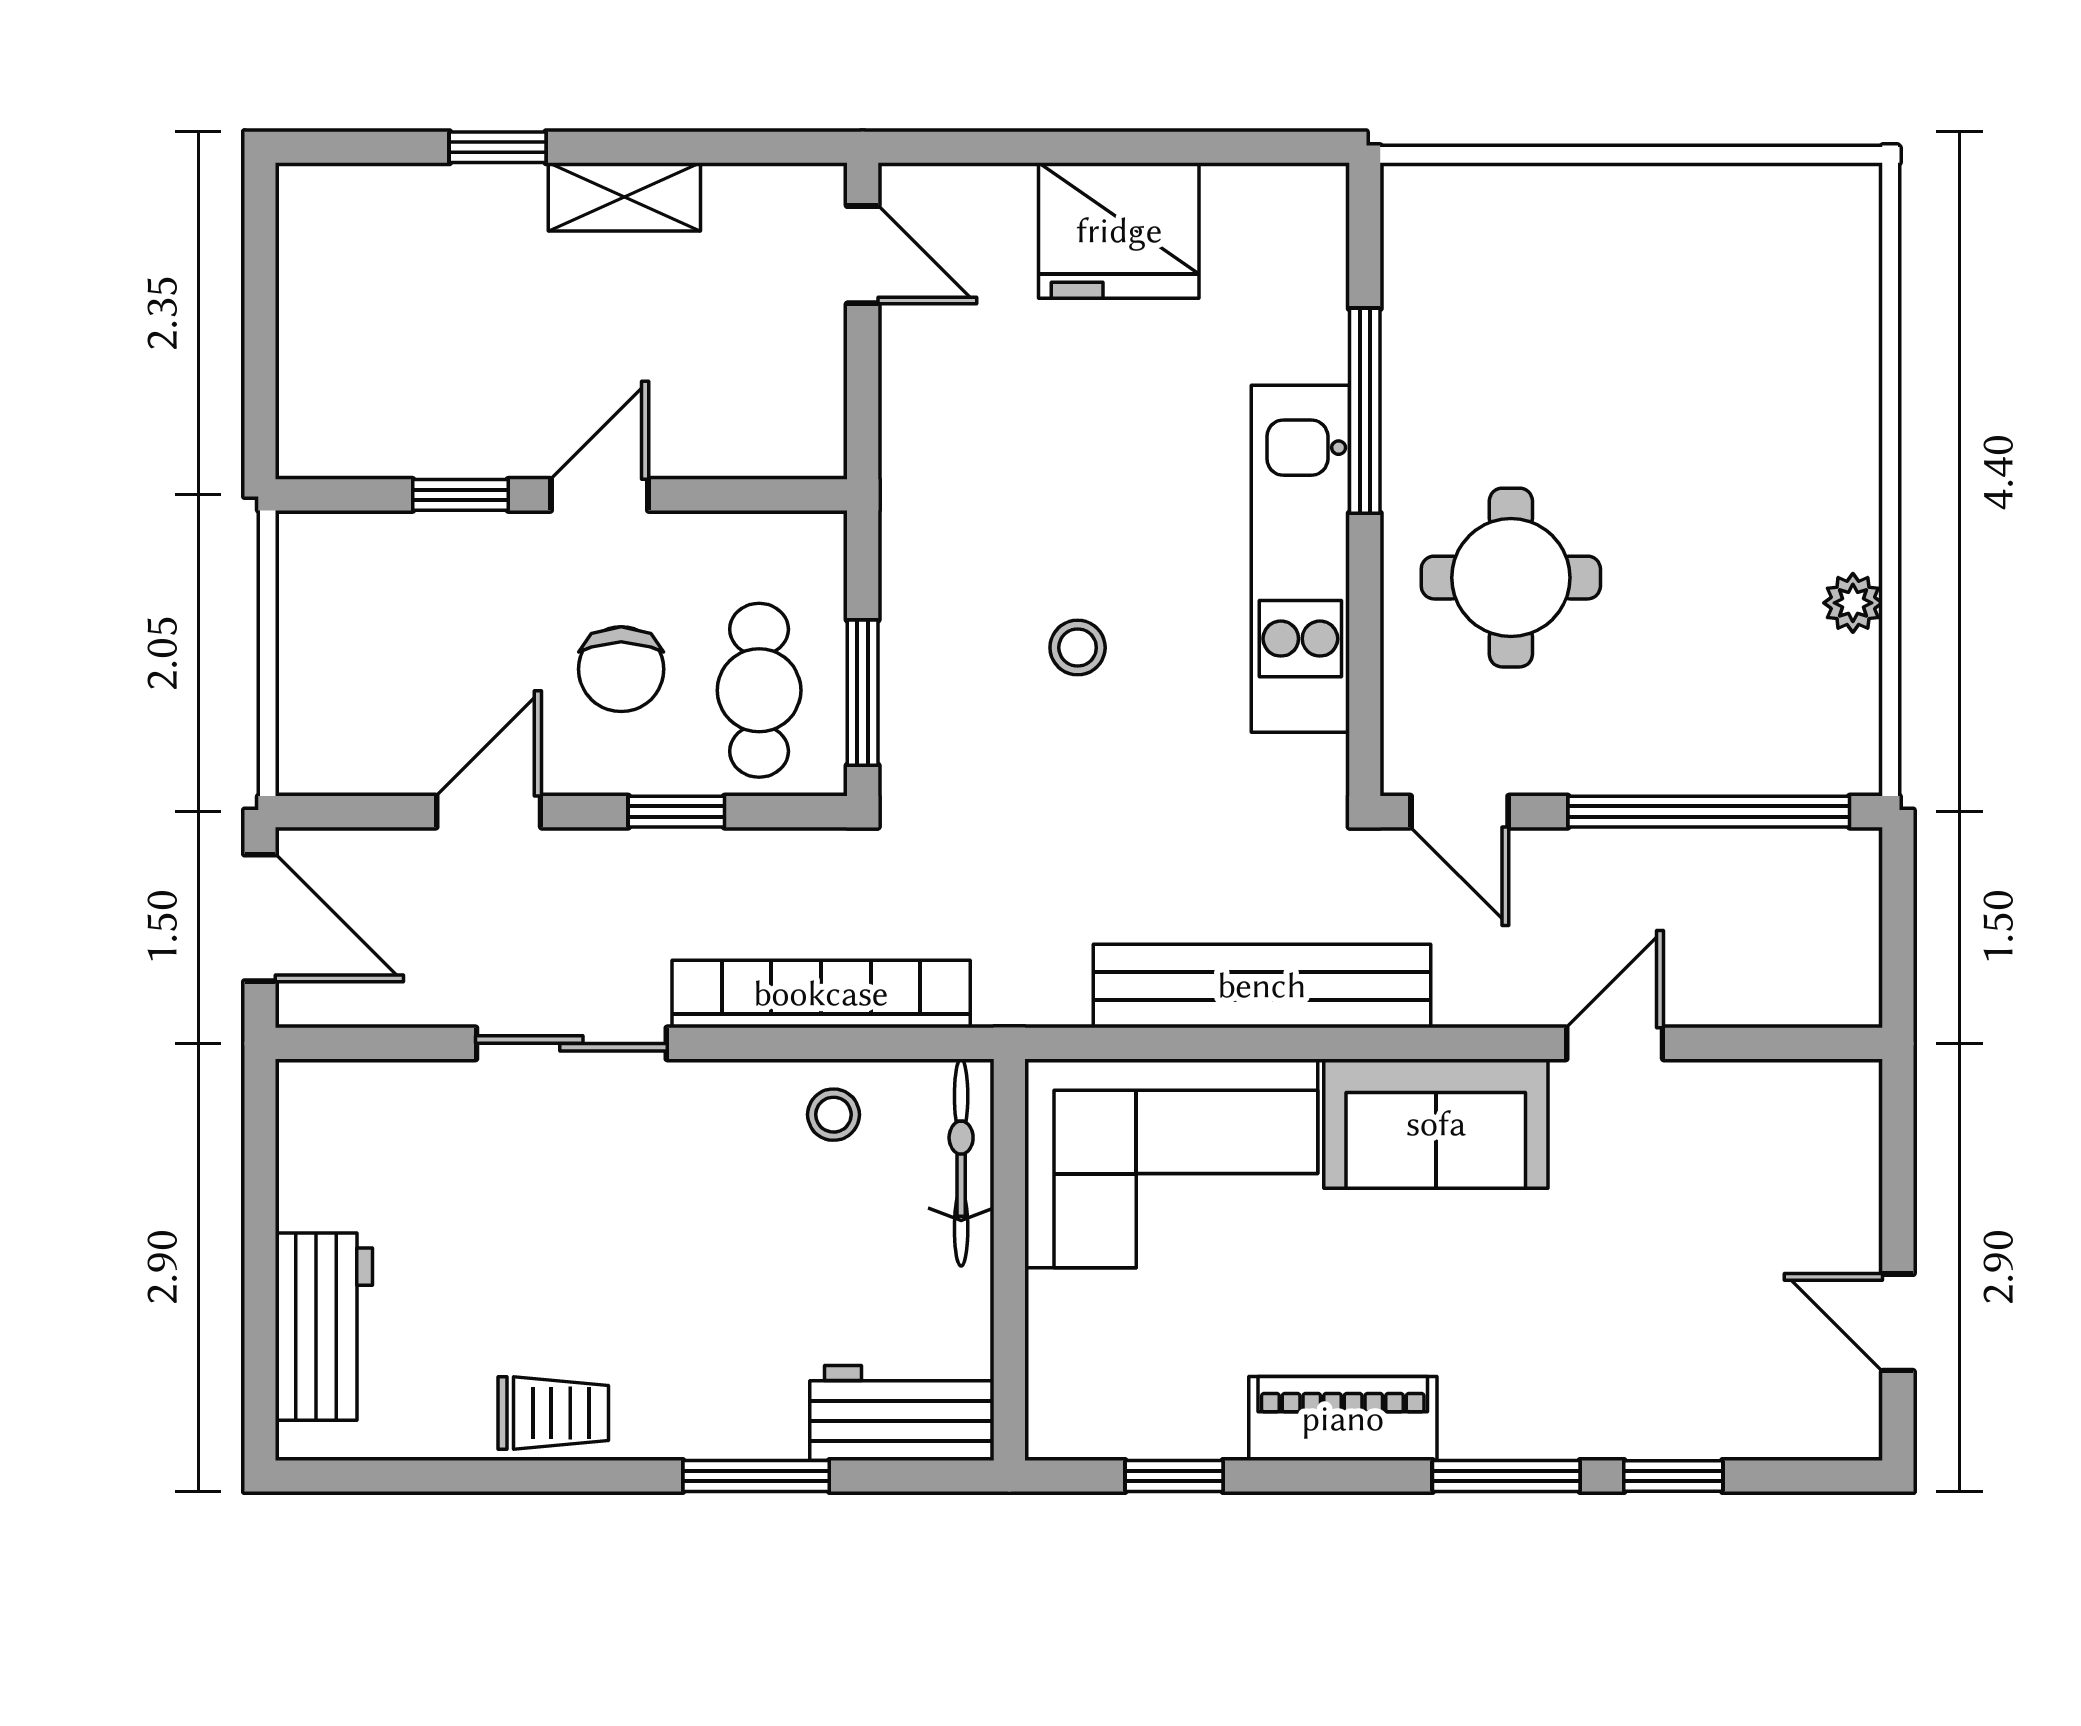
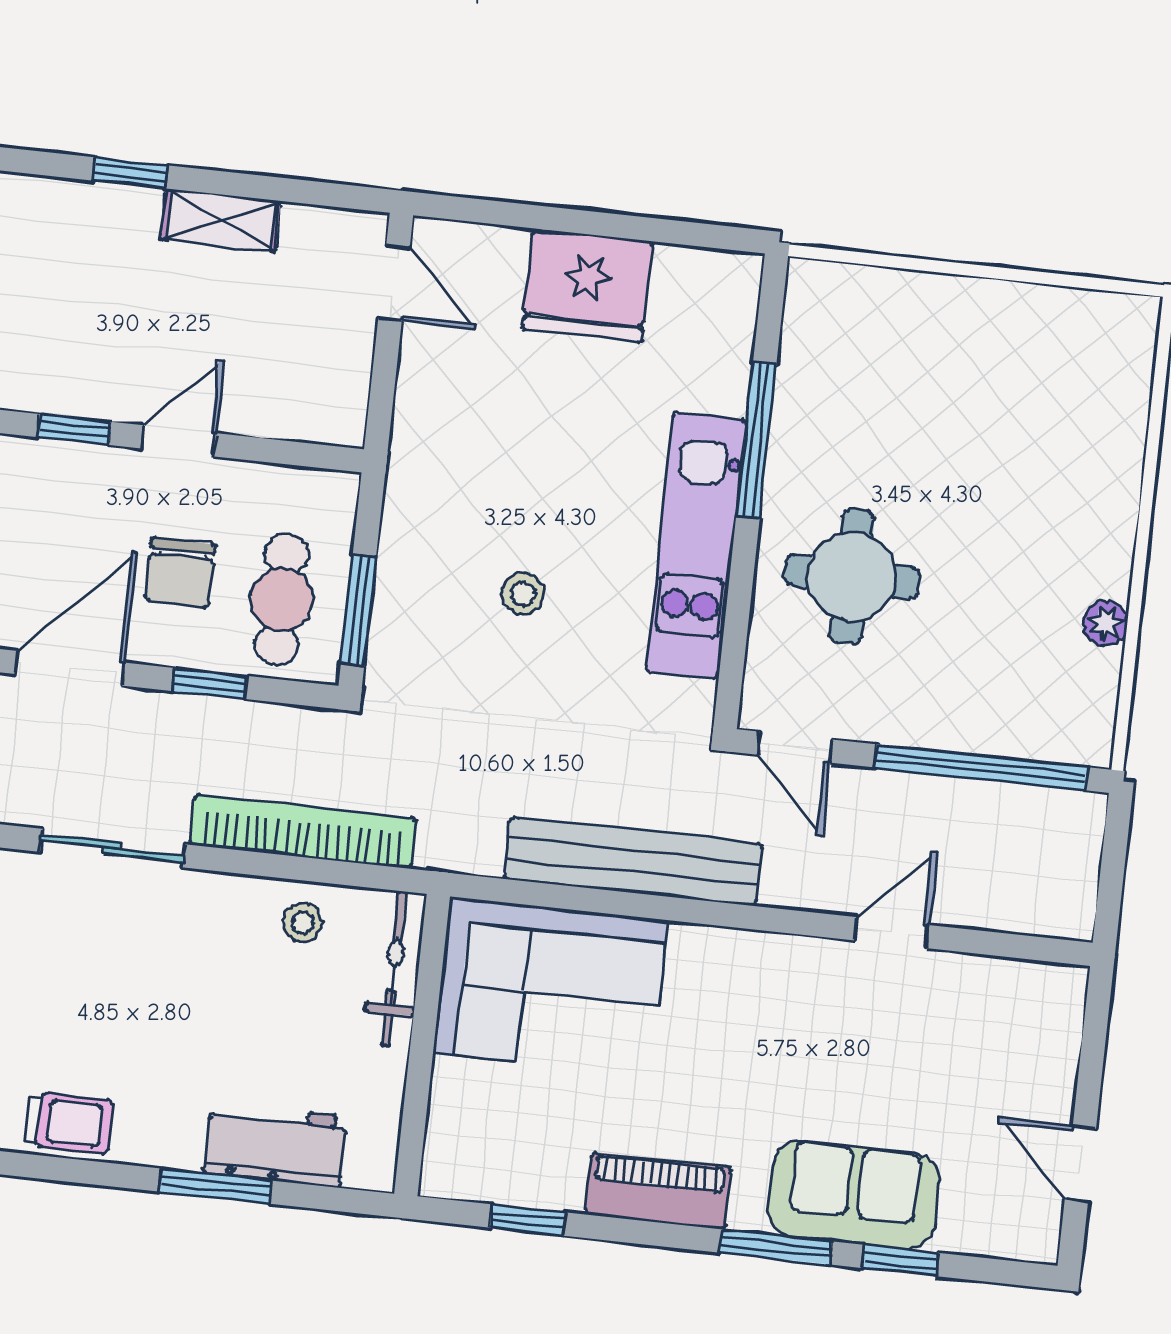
door: (489, 812) -> (70, 668), width x1.38
sofa: (1436, 1124) -> (854, 1195), moved, turned 180
workbench: (902, 1413) -> (275, 1145), moved

